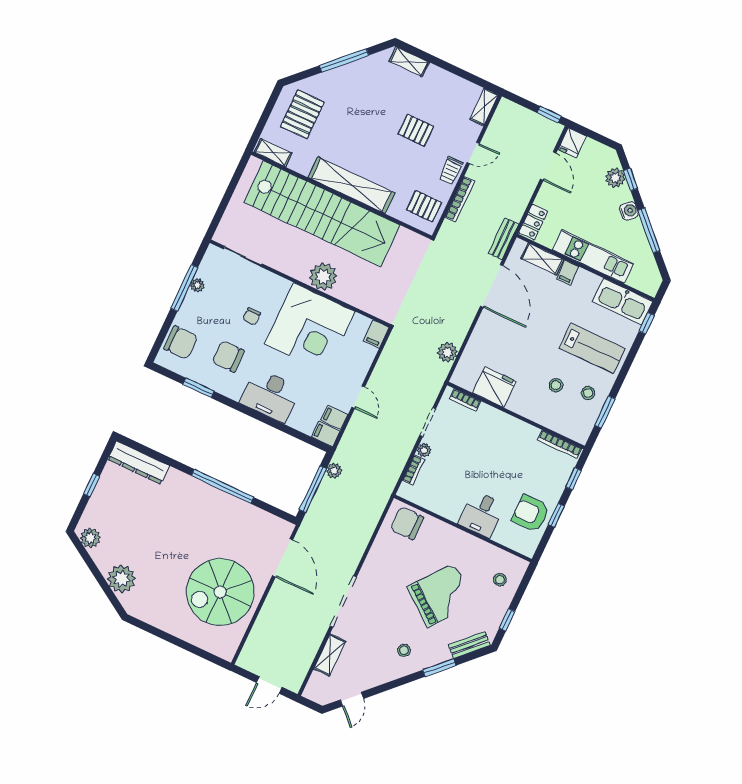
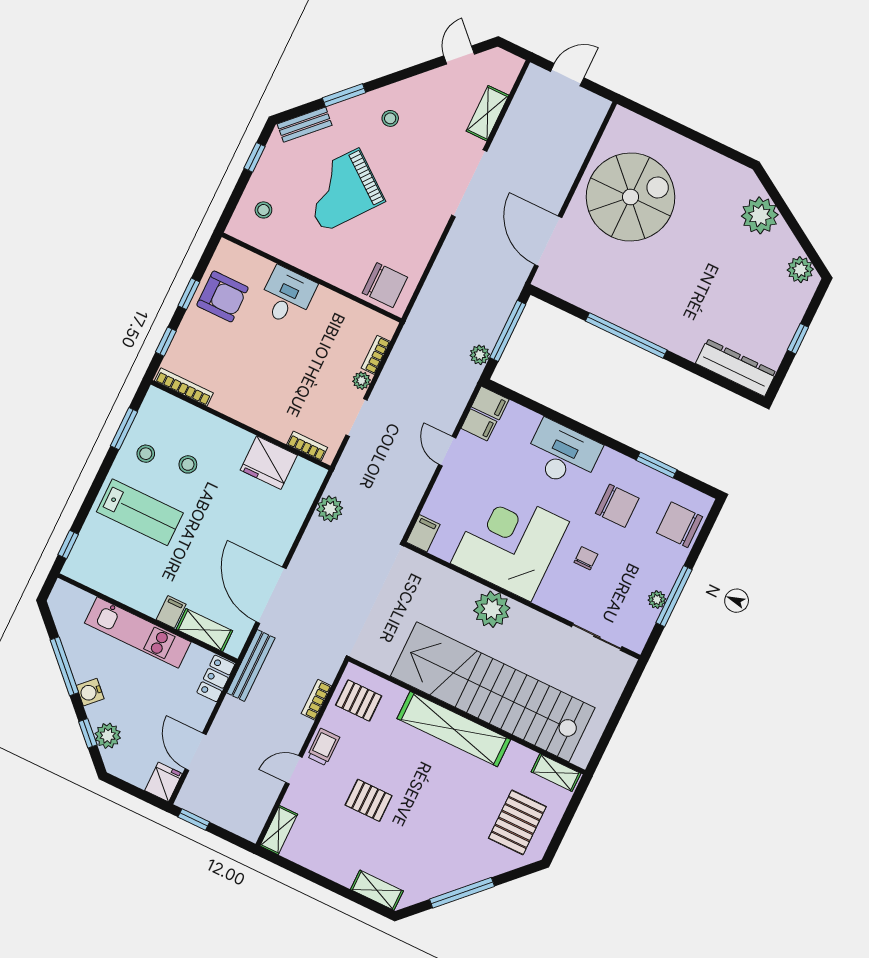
bookcase: (460, 199) -> (316, 700), width x0.64
bench: (504, 239) -> (251, 665), width x1.36
kitchen sink: (623, 302) -> (99, 573), removed
lab bench: (592, 348) -> (140, 512), turned 180

